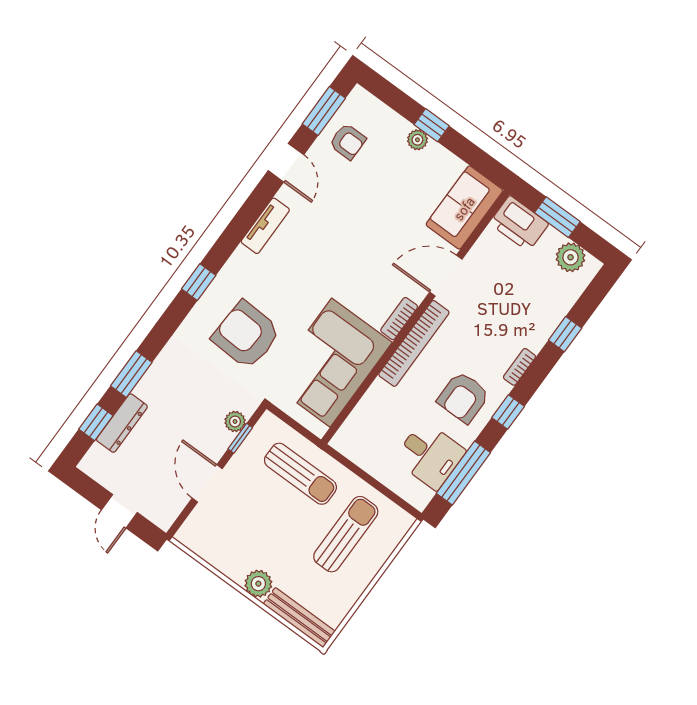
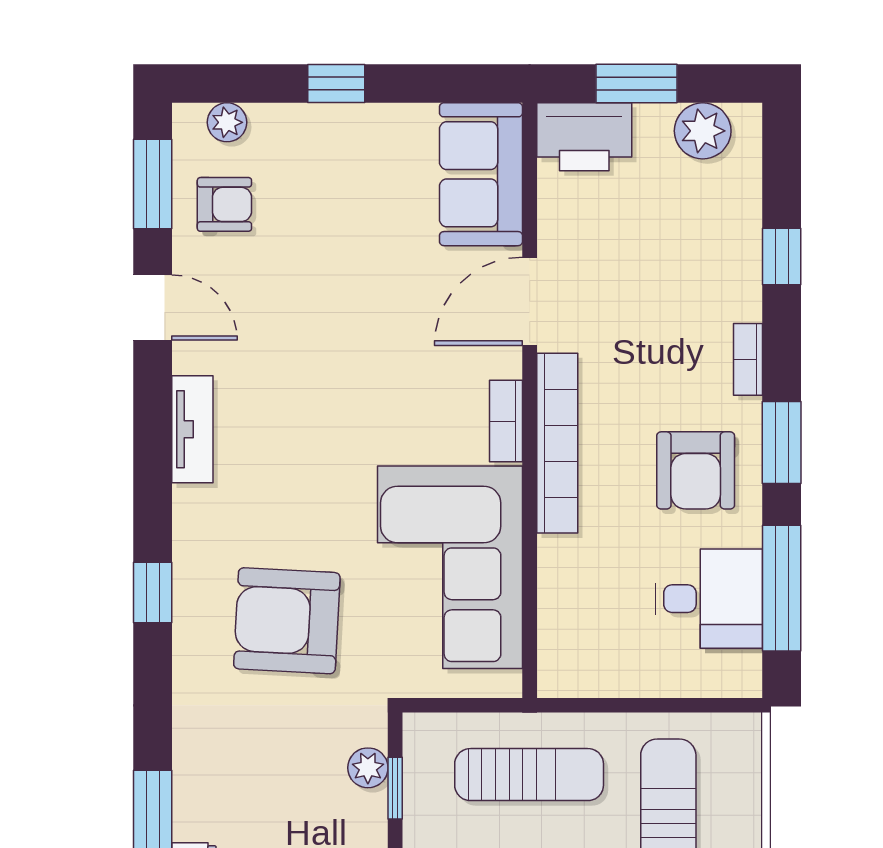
plant: (417, 140) -> (227, 122), moved
window: (508, 412) -> (782, 442), width x1.50

